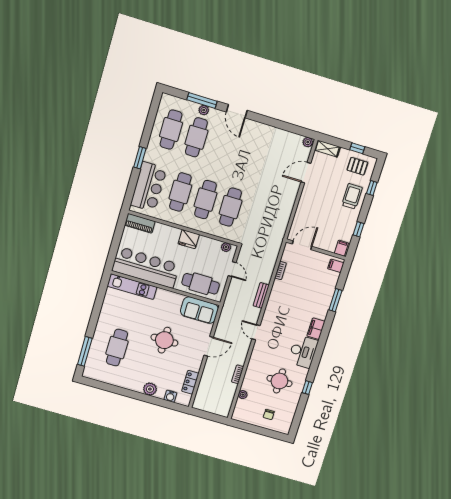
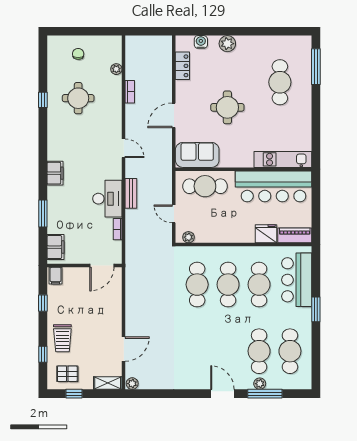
fridge: (189, 239) -> (266, 234), moved
filing cabinet: (336, 266) -> (56, 247), width x2.00
desk: (303, 351) -> (107, 199), moved, turned 180

